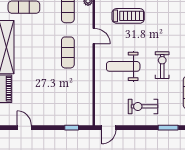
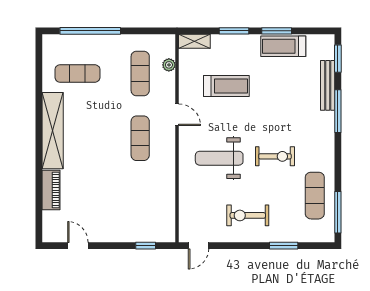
exercise bike: (162, 65) -> (275, 156), turned 90

